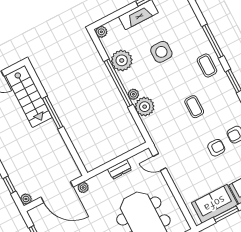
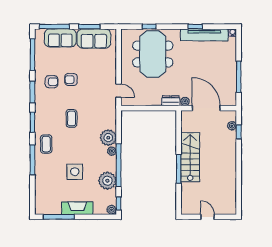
window: (97, 42) -> (119, 203), added
stairs: (29, 96) -> (190, 157), moved
dresser: (120, 169) -> (171, 101), moved
plant: (26, 199) -> (232, 126), moved

